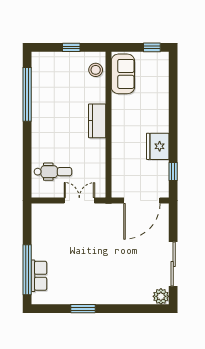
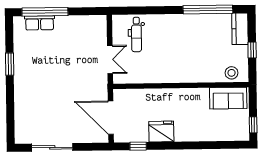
kitchen counter: (97, 121) -> (240, 29), moved, turned -90
plant: (161, 296) -> (22, 136), removed

